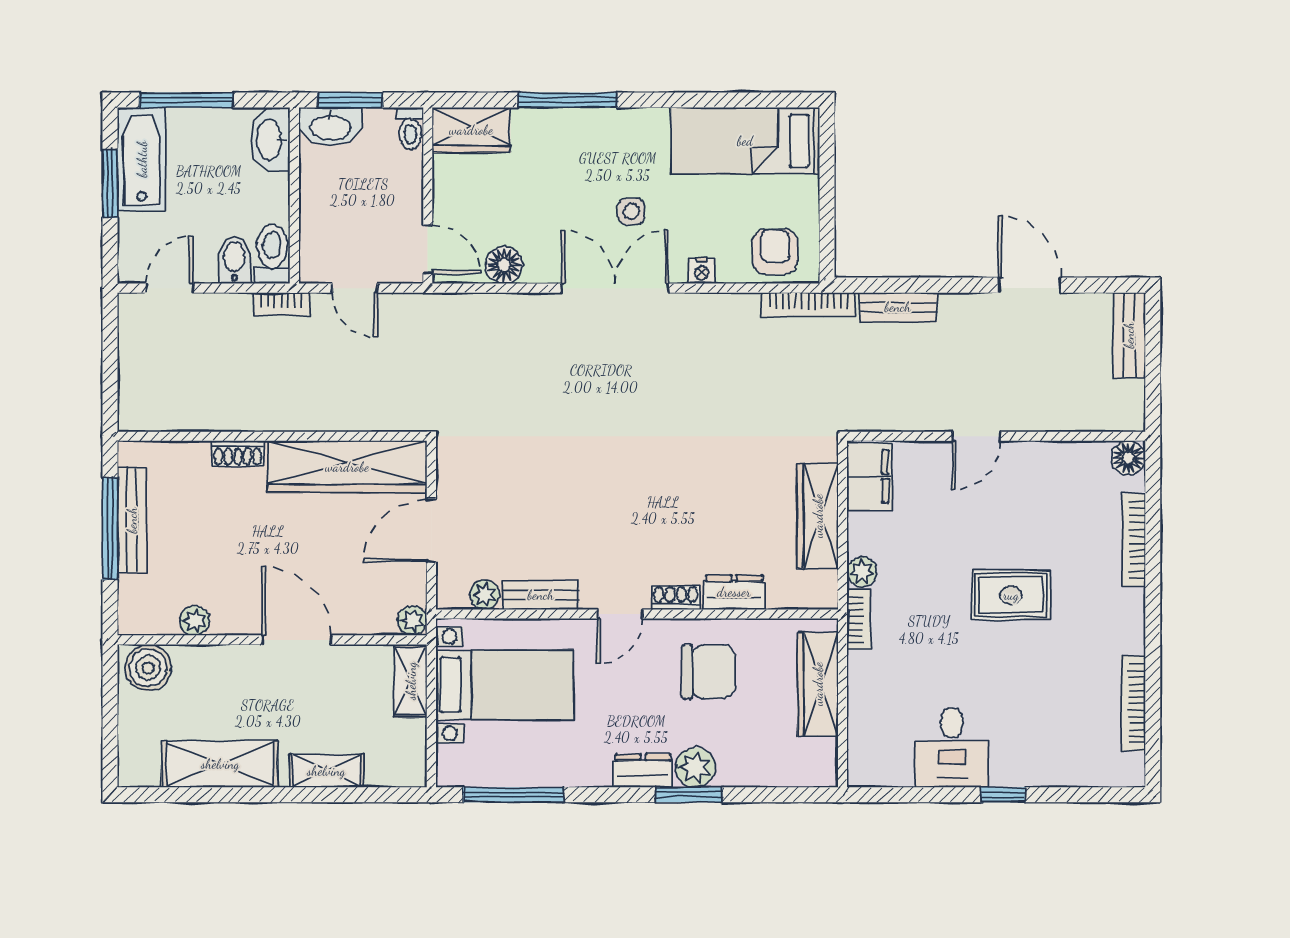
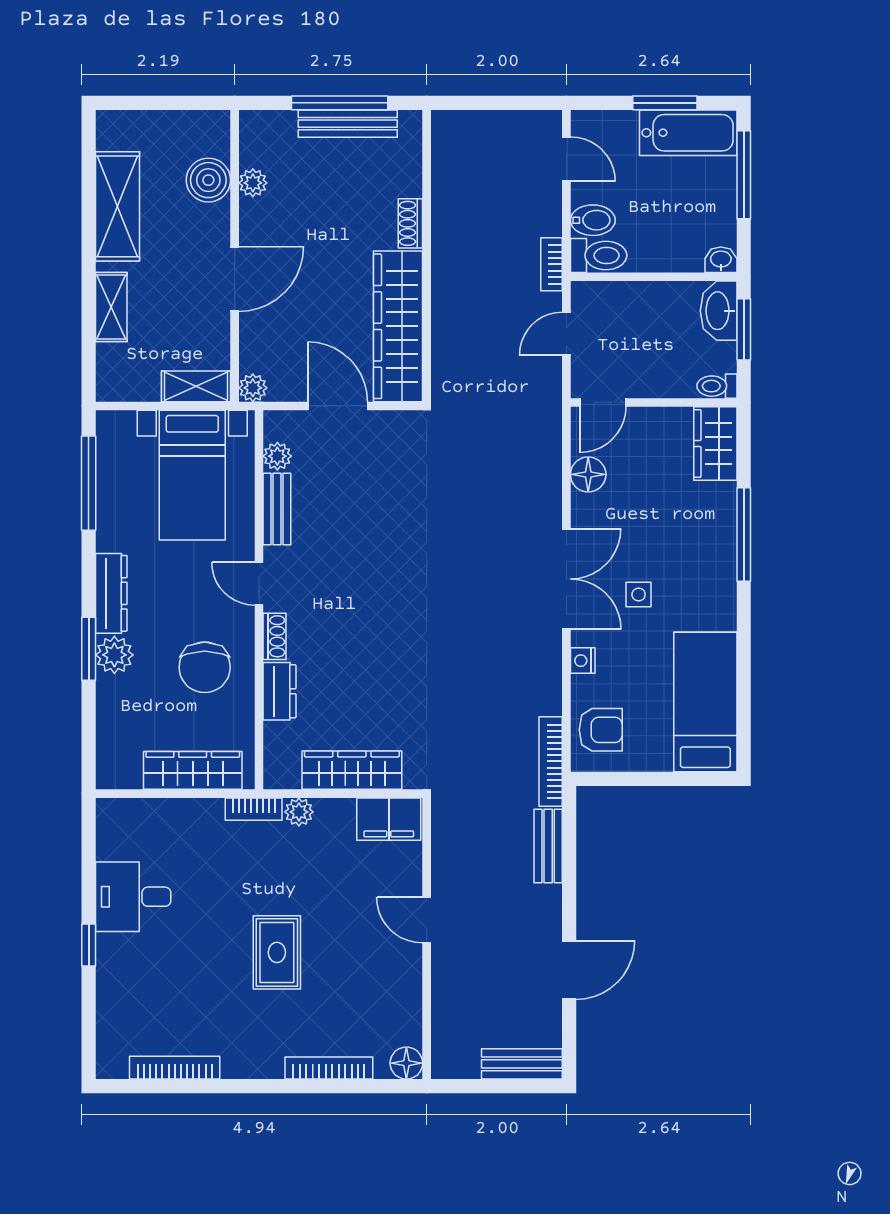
washbasin: (270, 140) -> (721, 260), width x0.52, depth x0.69
boiler: (148, 668) -> (208, 180), moved
dresser: (643, 771) -> (111, 593), width x1.44

